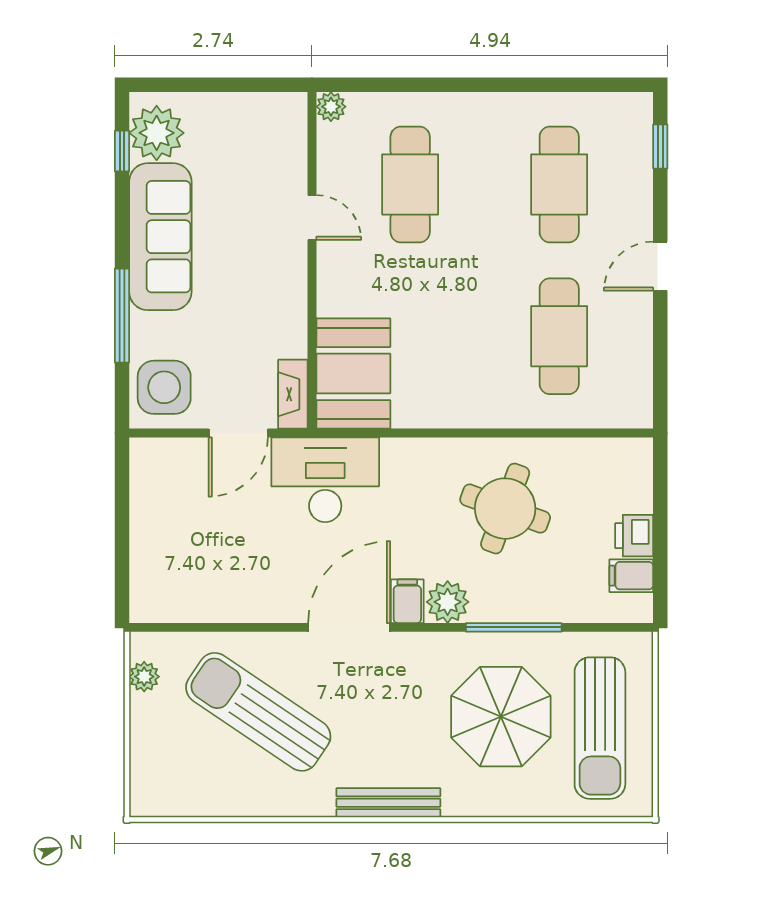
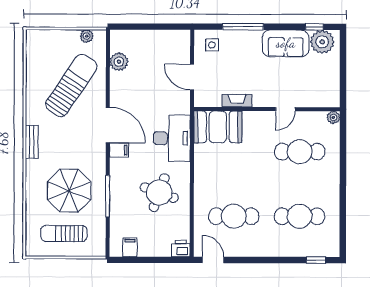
sofa: (160, 237) -> (286, 43), width x0.73
door: (660, 266) -> (213, 260), moved
side table: (164, 387) -> (212, 45), width x0.54, depth x0.54
fireplace: (293, 394) -> (237, 101), moved
desk: (325, 480) -> (172, 138), moved
printer: (634, 536) -> (181, 249), moved
plant: (448, 602) -> (119, 62), moved
sun lounger: (600, 728) -> (64, 234), width x0.73, depth x0.75
bench: (388, 803) -> (32, 142), width x0.73

